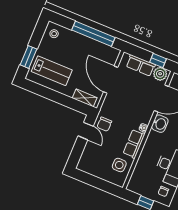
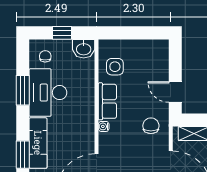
chair: (104, 124) -> (151, 126), moved
washbasin: (160, 124) -> (84, 49), moved, turned -90

